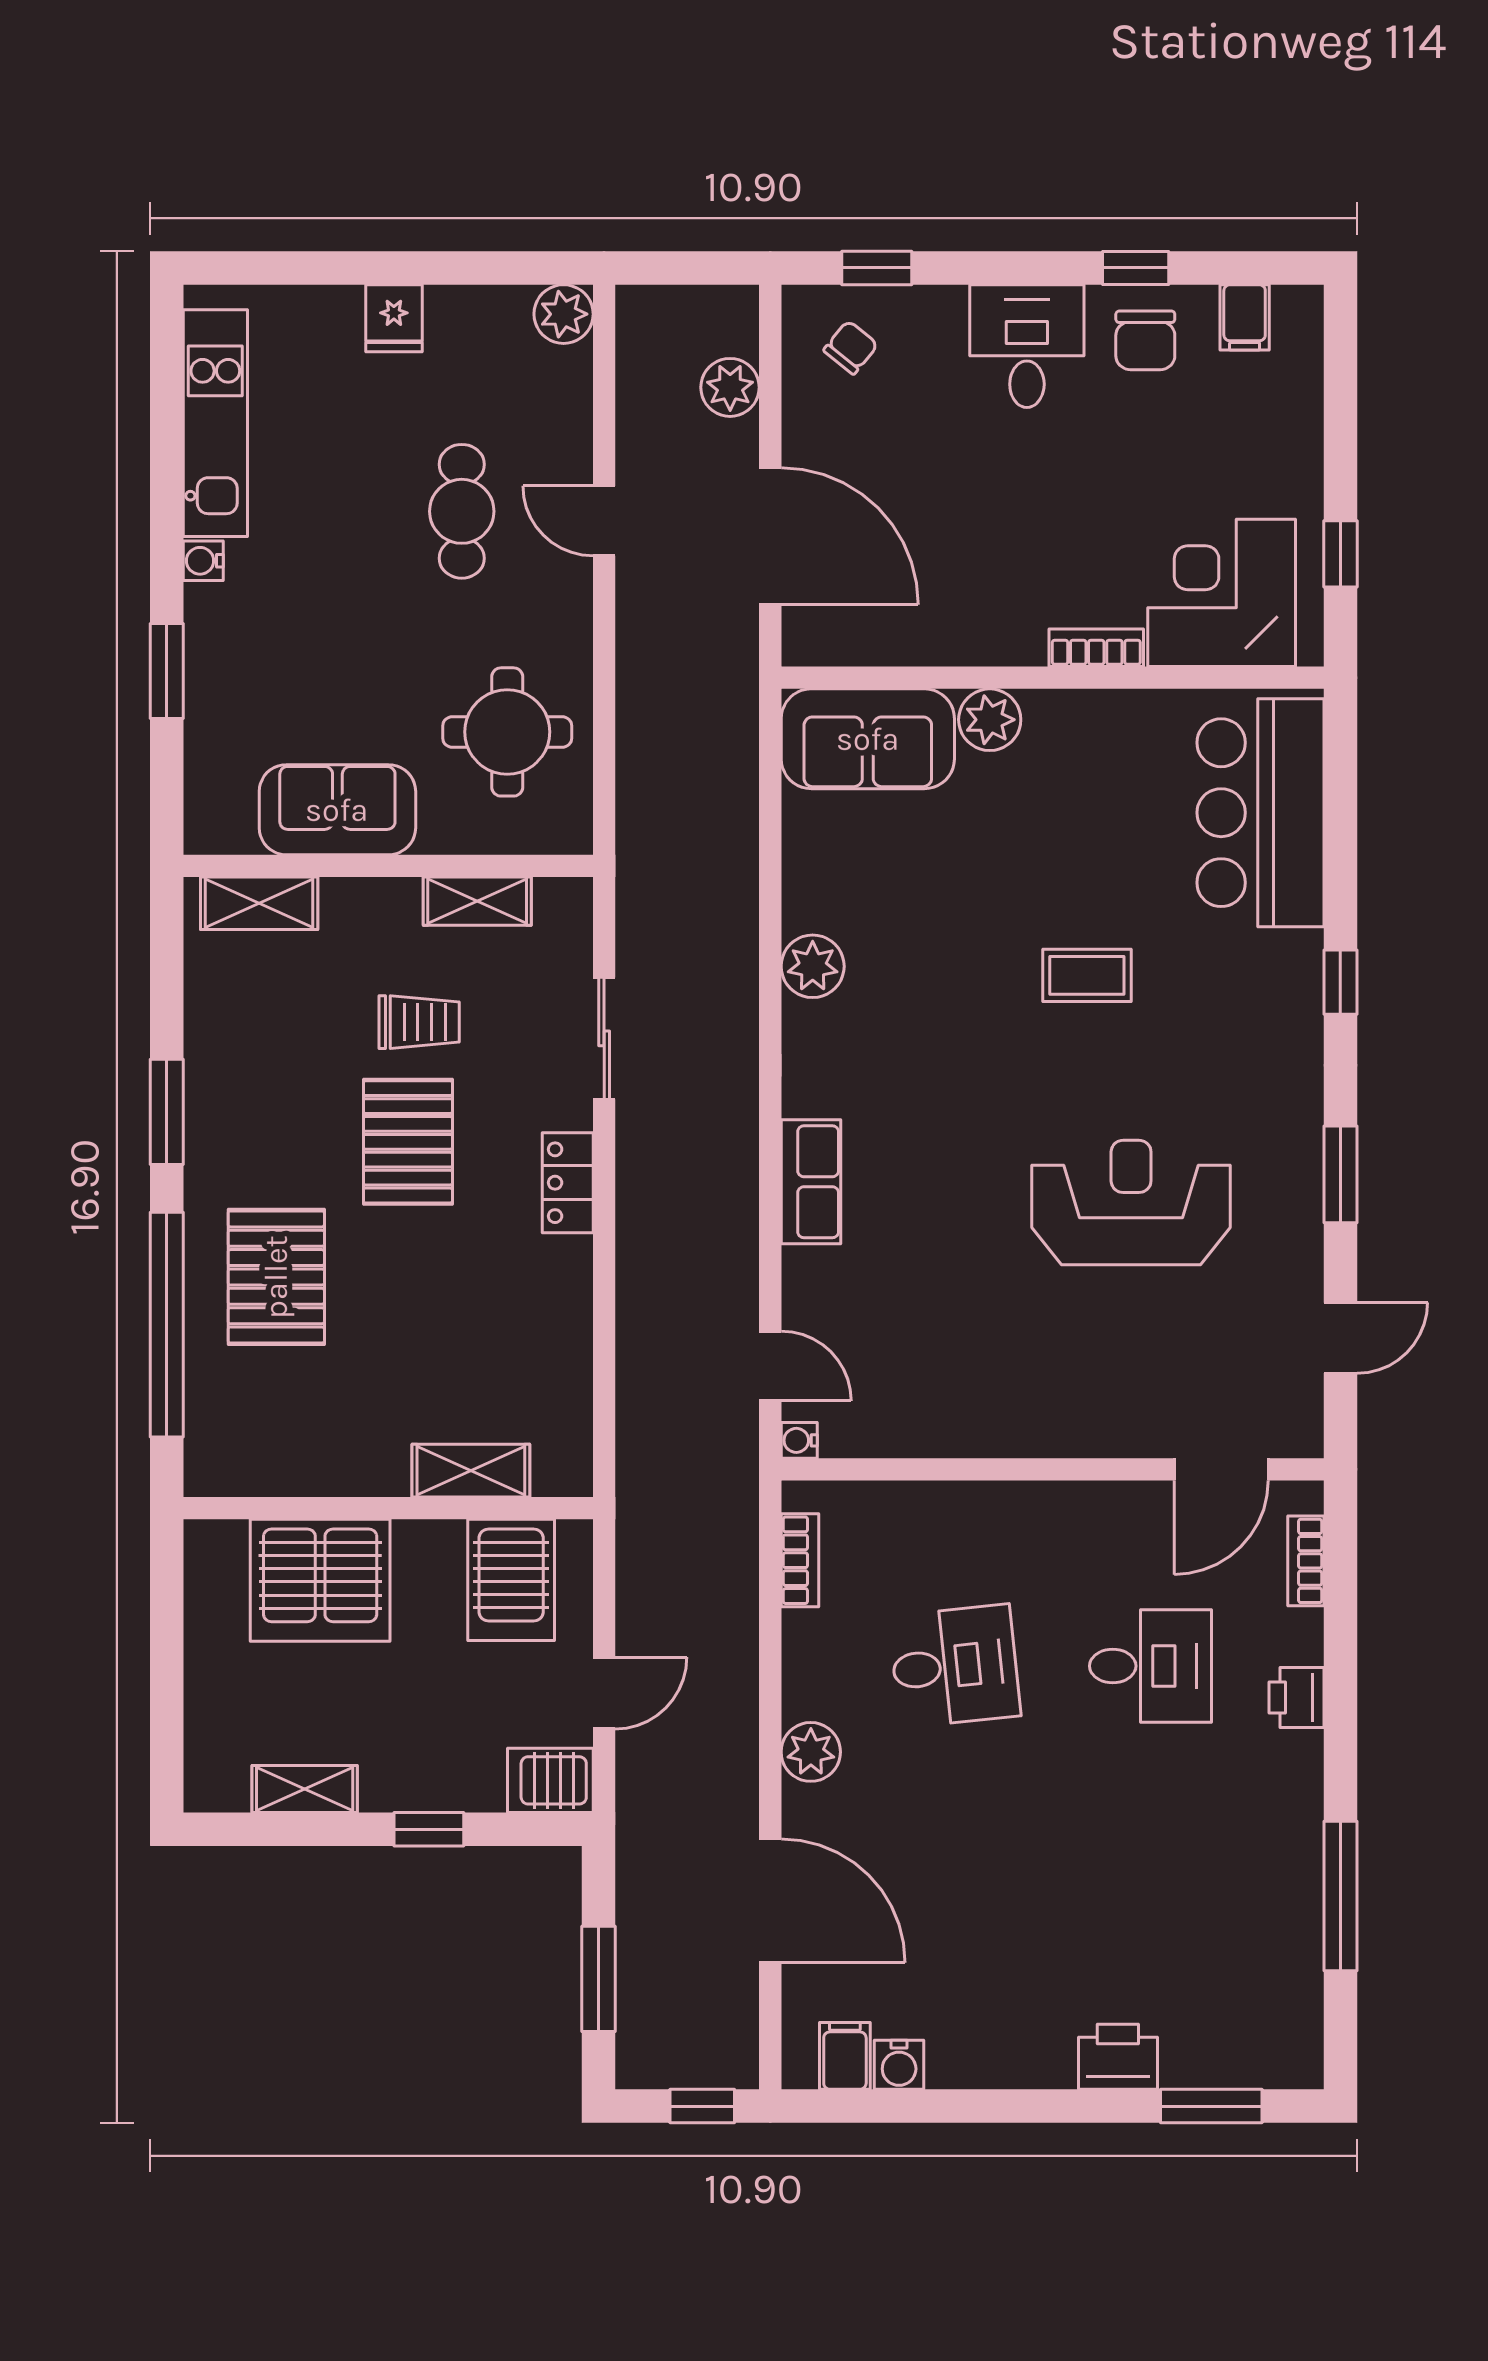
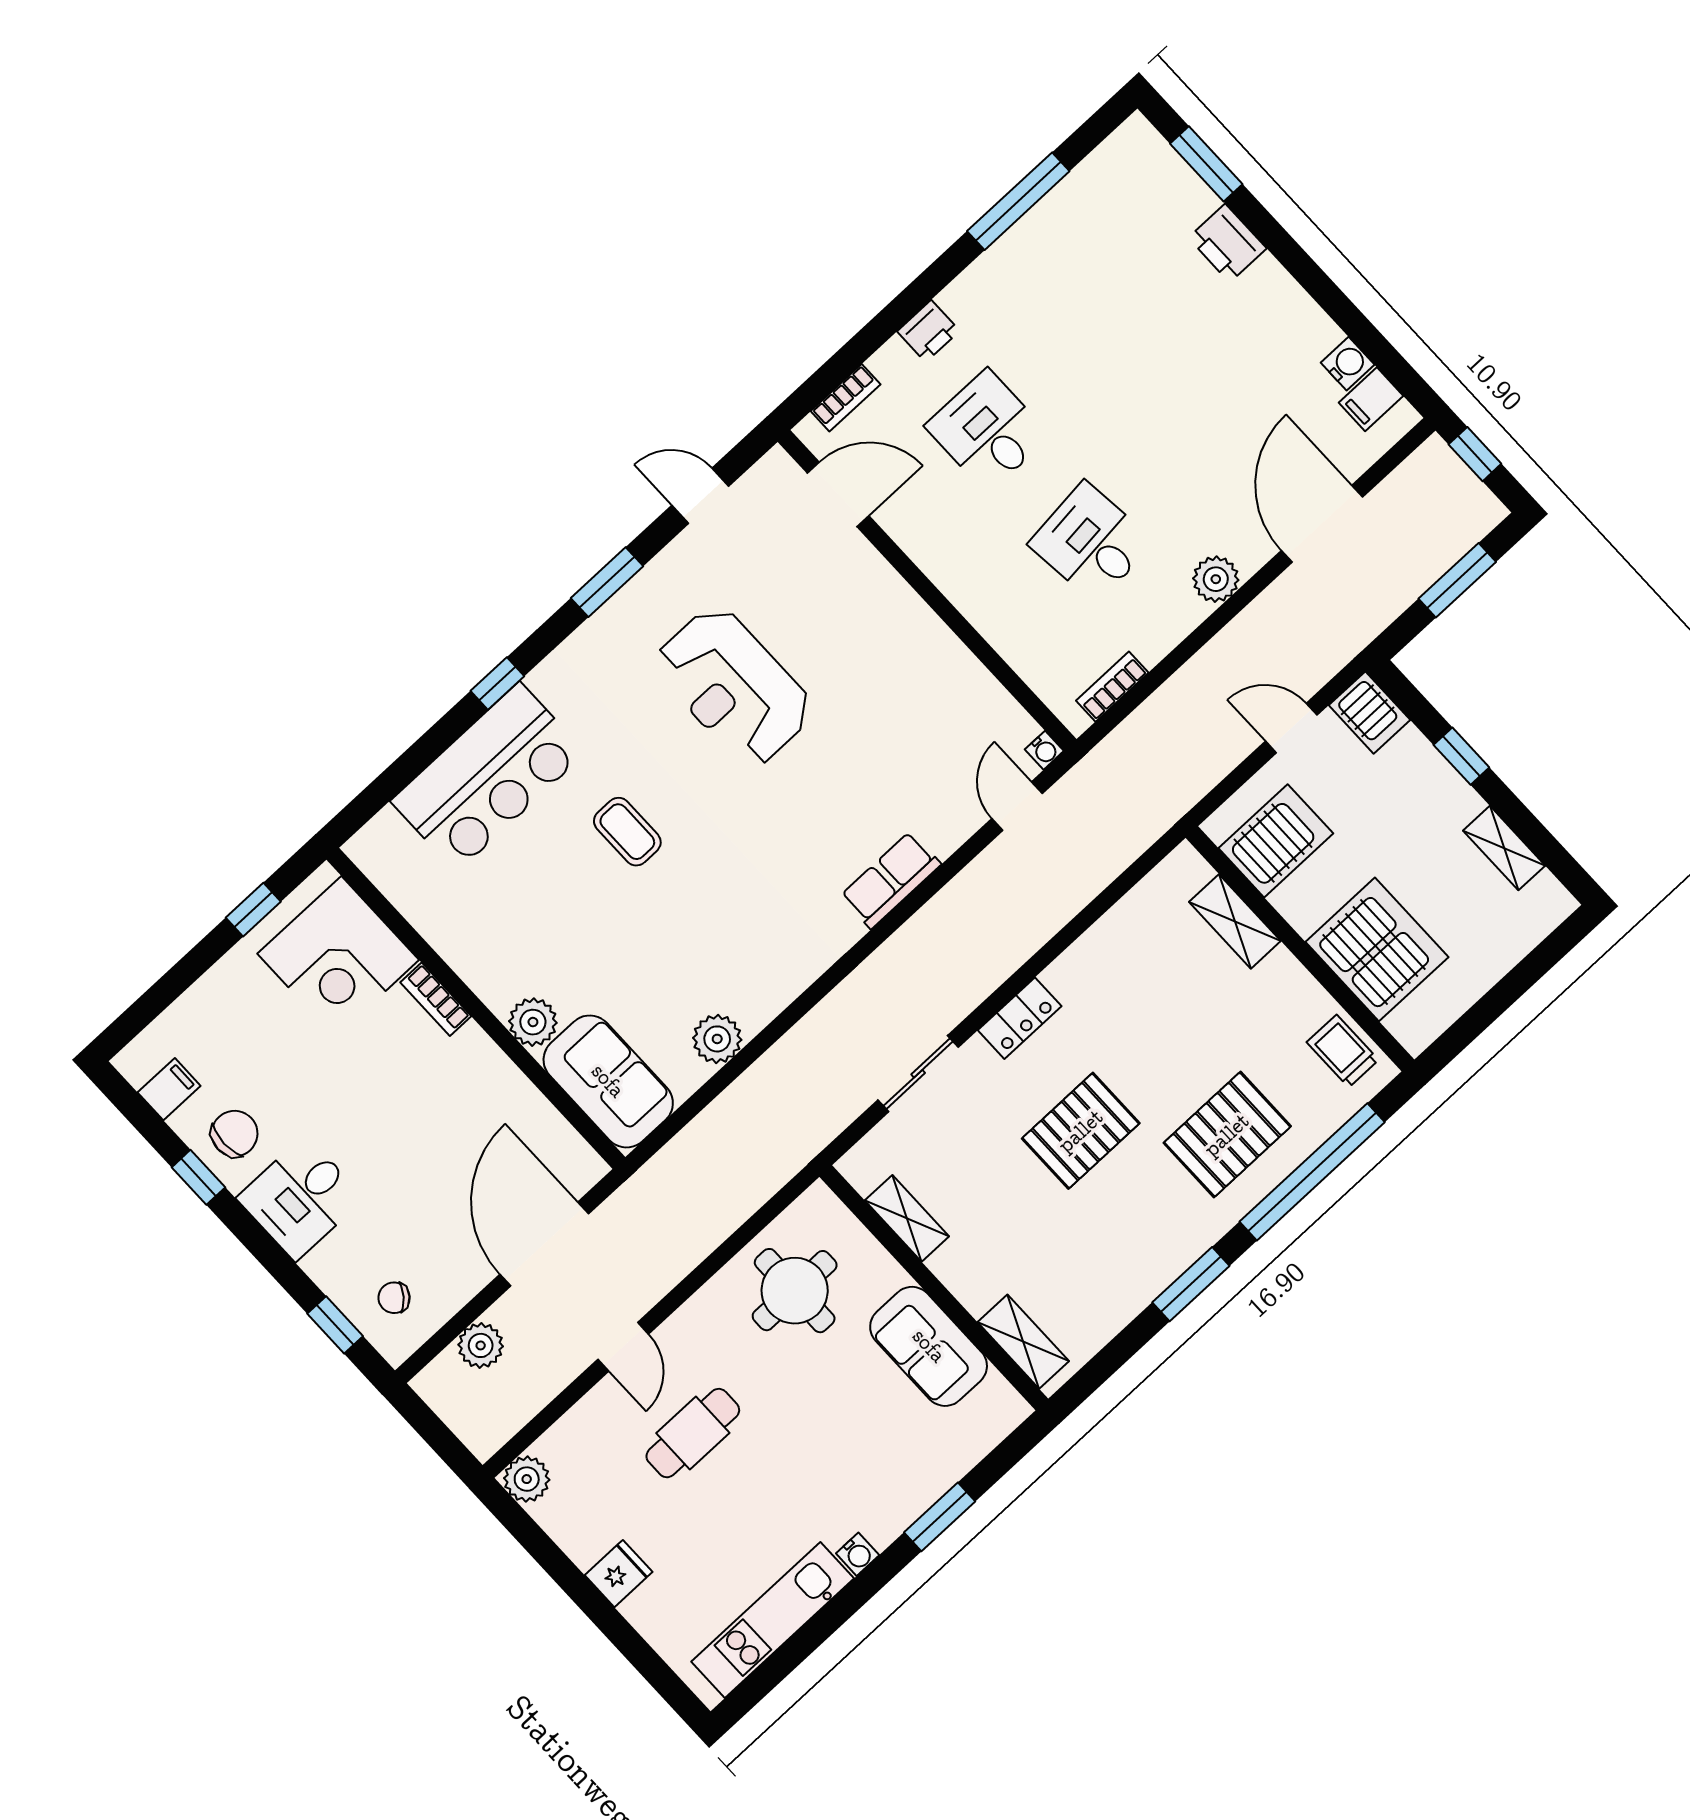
bar counter: (1260, 813) -> (488, 777), moved
plant: (813, 966) -> (717, 1039), moved
trolley: (419, 1022) -> (1343, 1051), moved

